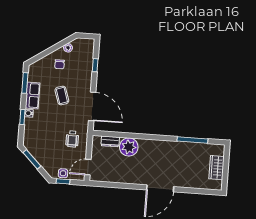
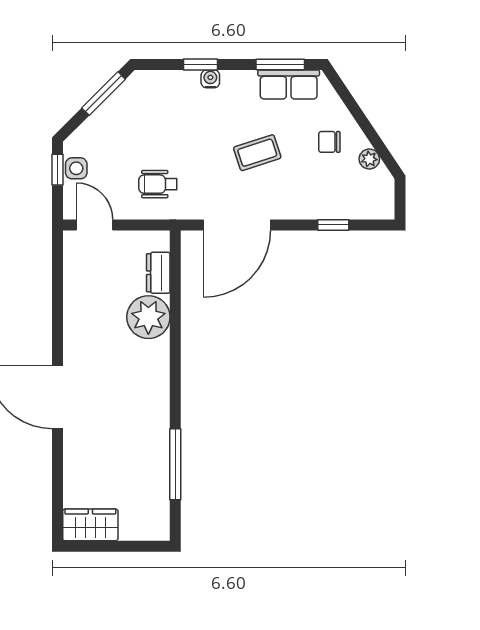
row of seats: (33, 95) -> (289, 84), moved
wardrobe: (217, 168) -> (90, 525), moved

